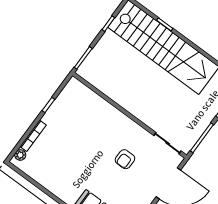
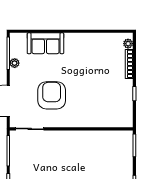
armchair: (125, 159) -> (52, 95), width x1.88, depth x1.88

